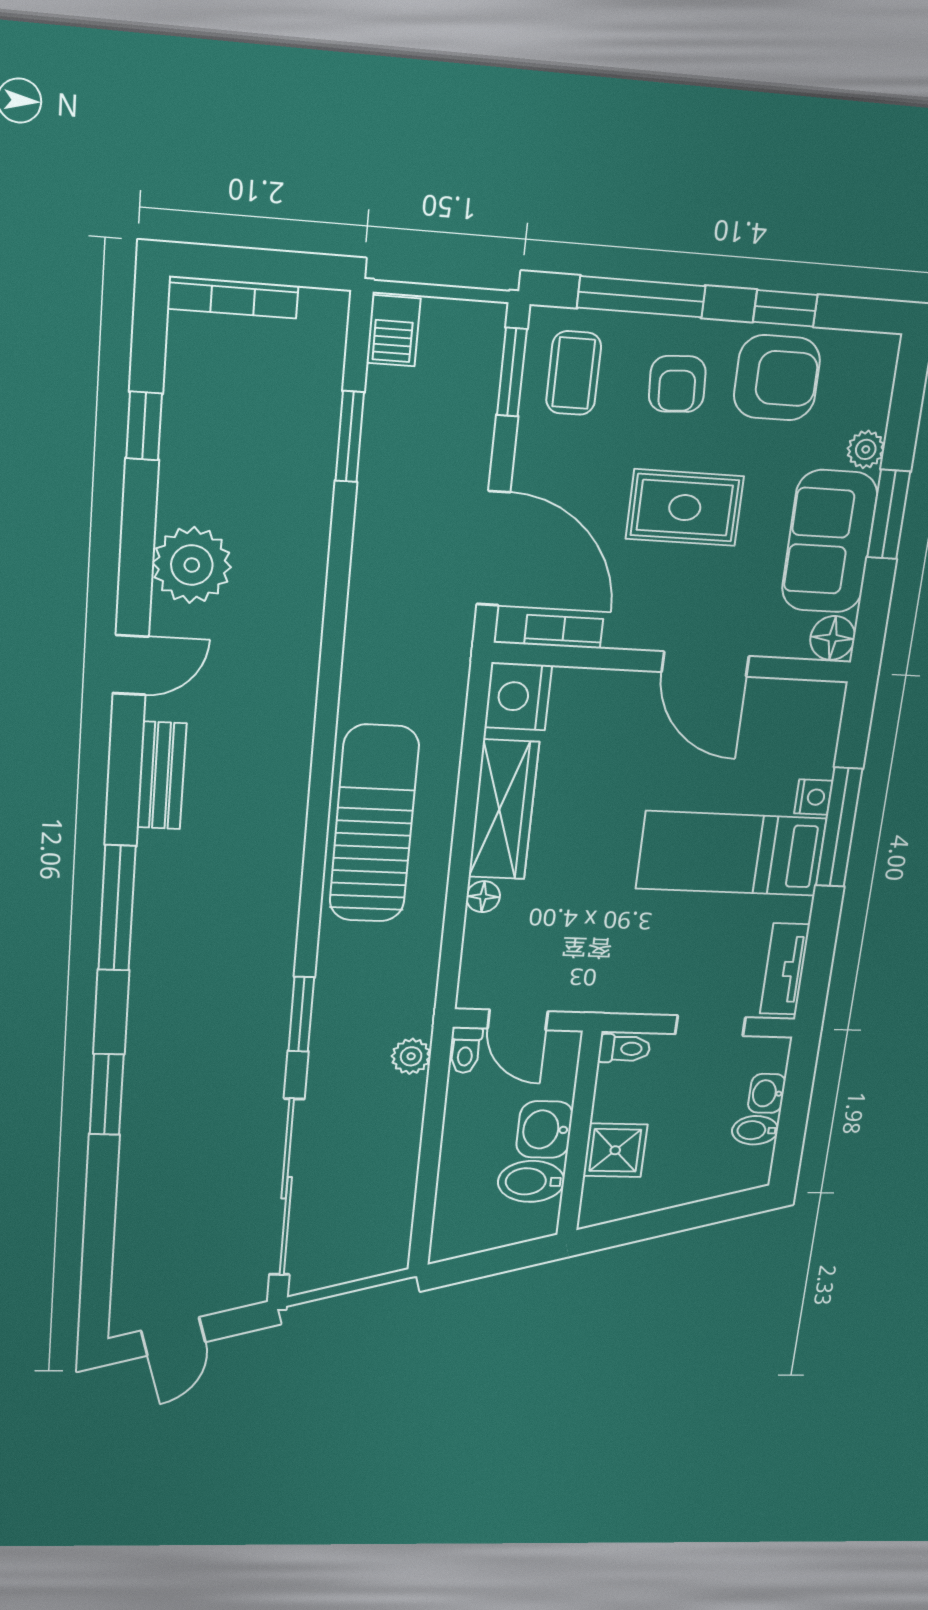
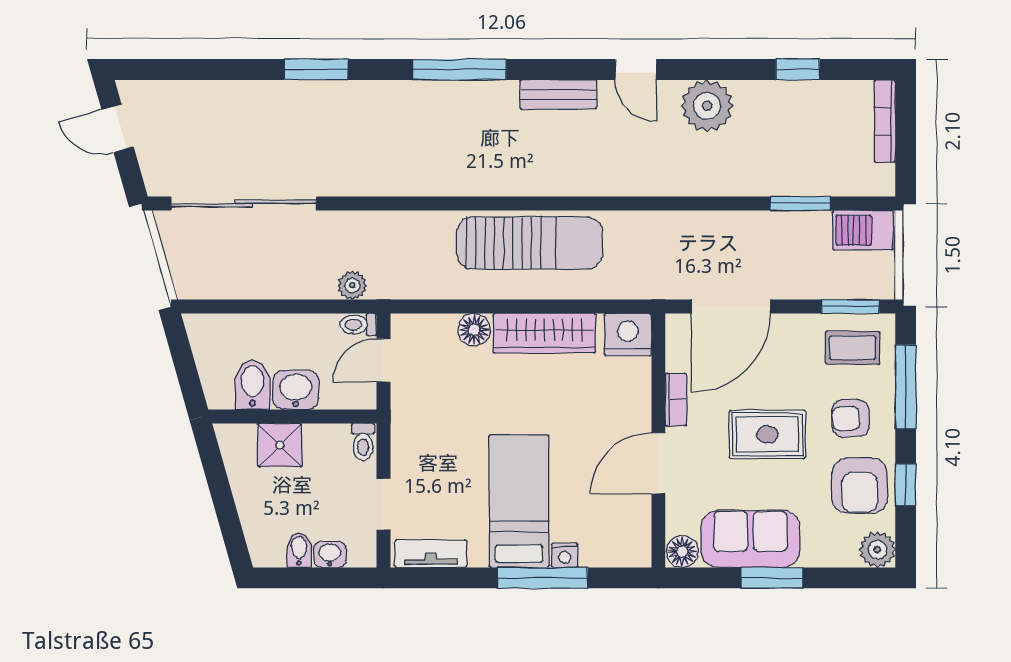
barbecue: (393, 331) -> (863, 230), width x1.38, depth x1.27
plant: (866, 449) -> (877, 550), moved, width x1.38, depth x1.38
rug: (685, 508) -> (767, 434), turned 90
bookcase: (564, 632) -> (676, 400), moved
floor lamp: (483, 897) -> (474, 330), width x1.37, depth x1.37
window: (301, 1014) -> (383, 203), removed

